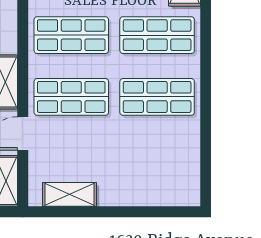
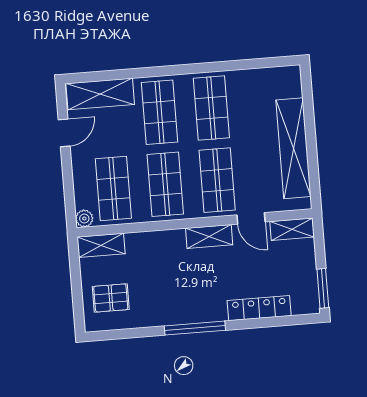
shelving: (70, 194) -> (293, 148), width x2.20, depth x1.33

